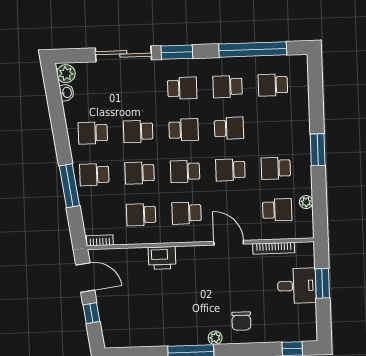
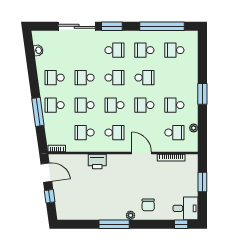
plant: (66, 74) -> (38, 38), removed
school desk: (186, 213) -> (114, 133), turned 180
desk: (297, 286) -> (185, 208), moved

